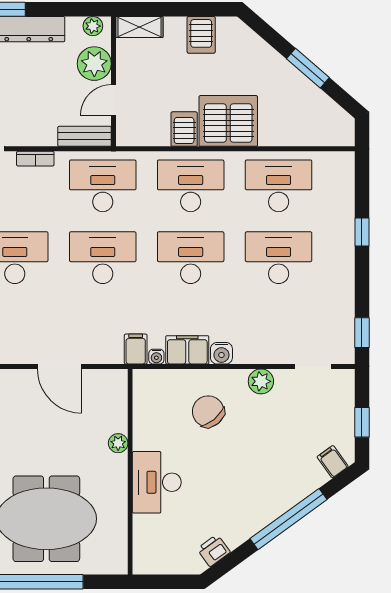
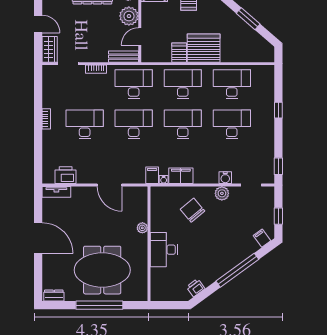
water cooler: (221, 353) -> (225, 178), moved

